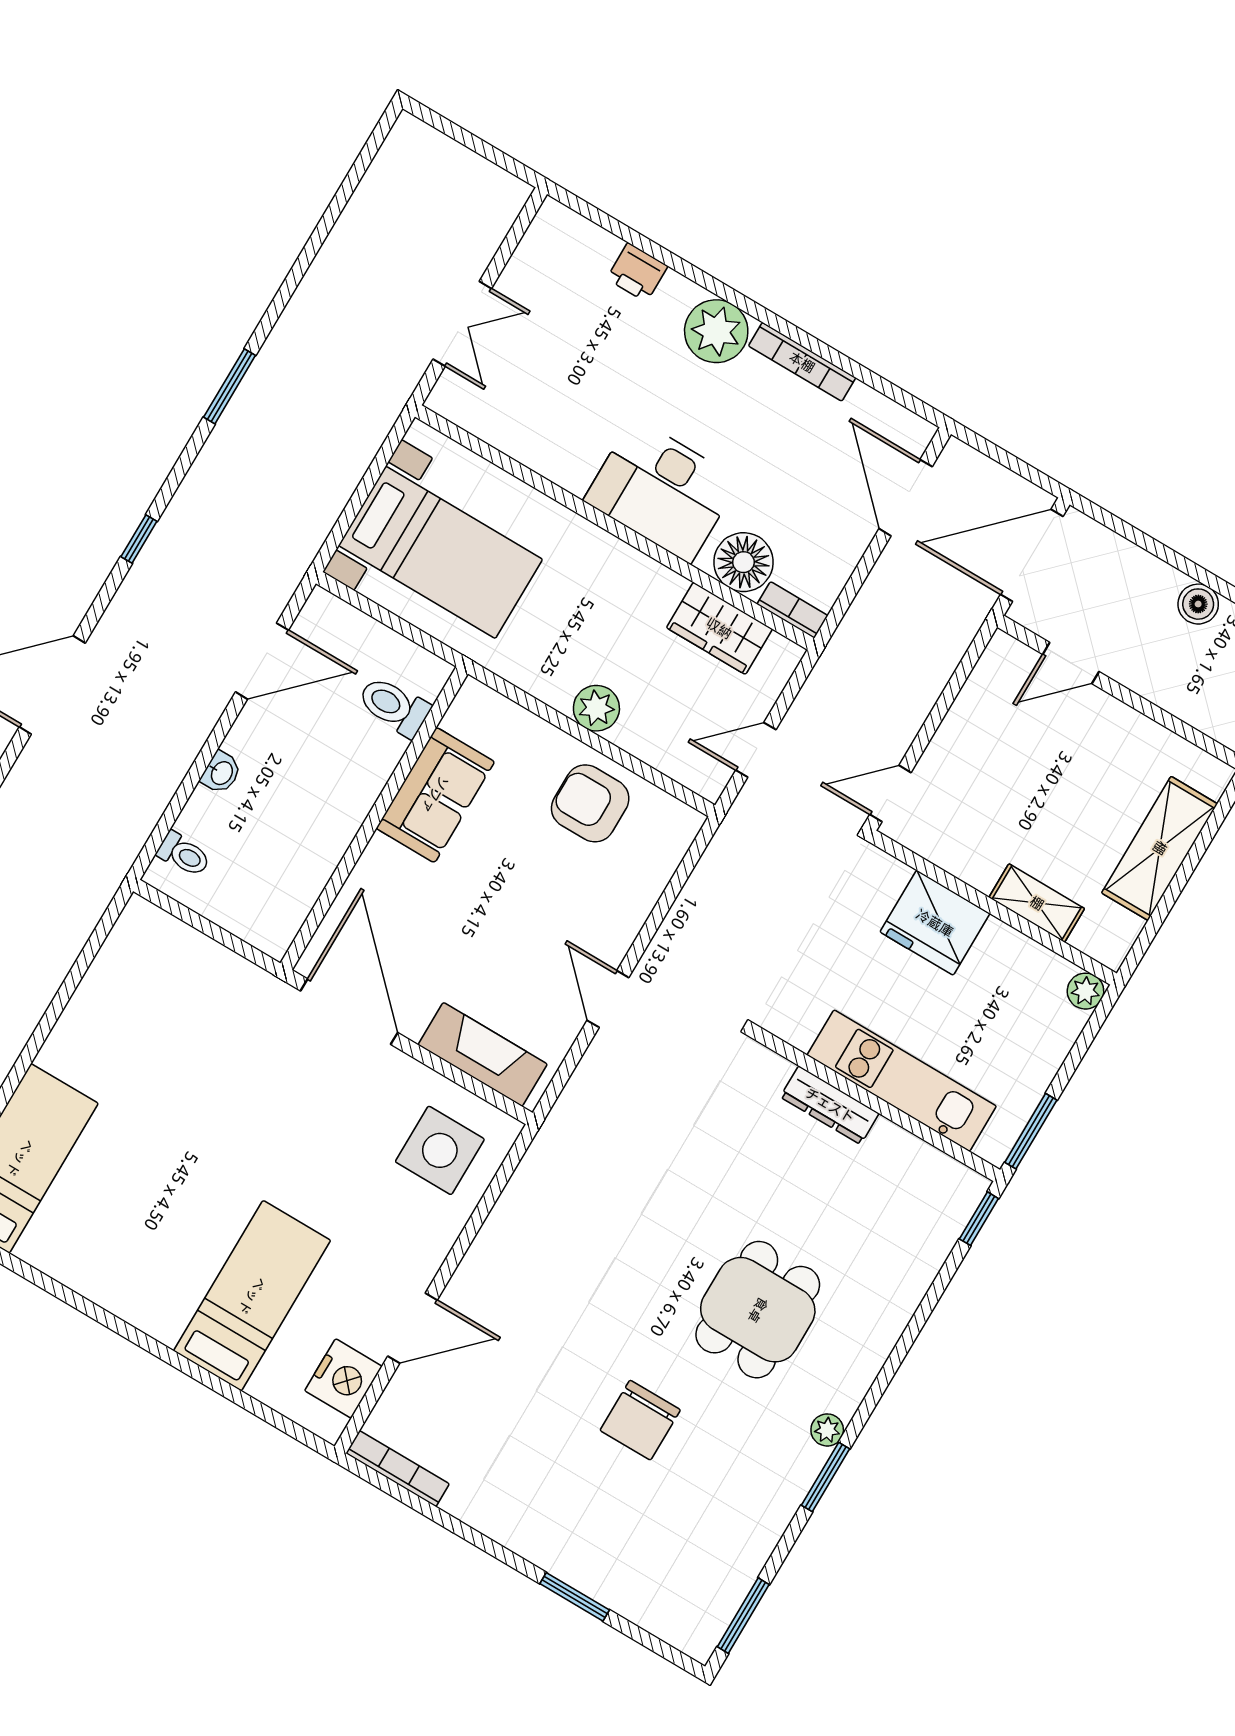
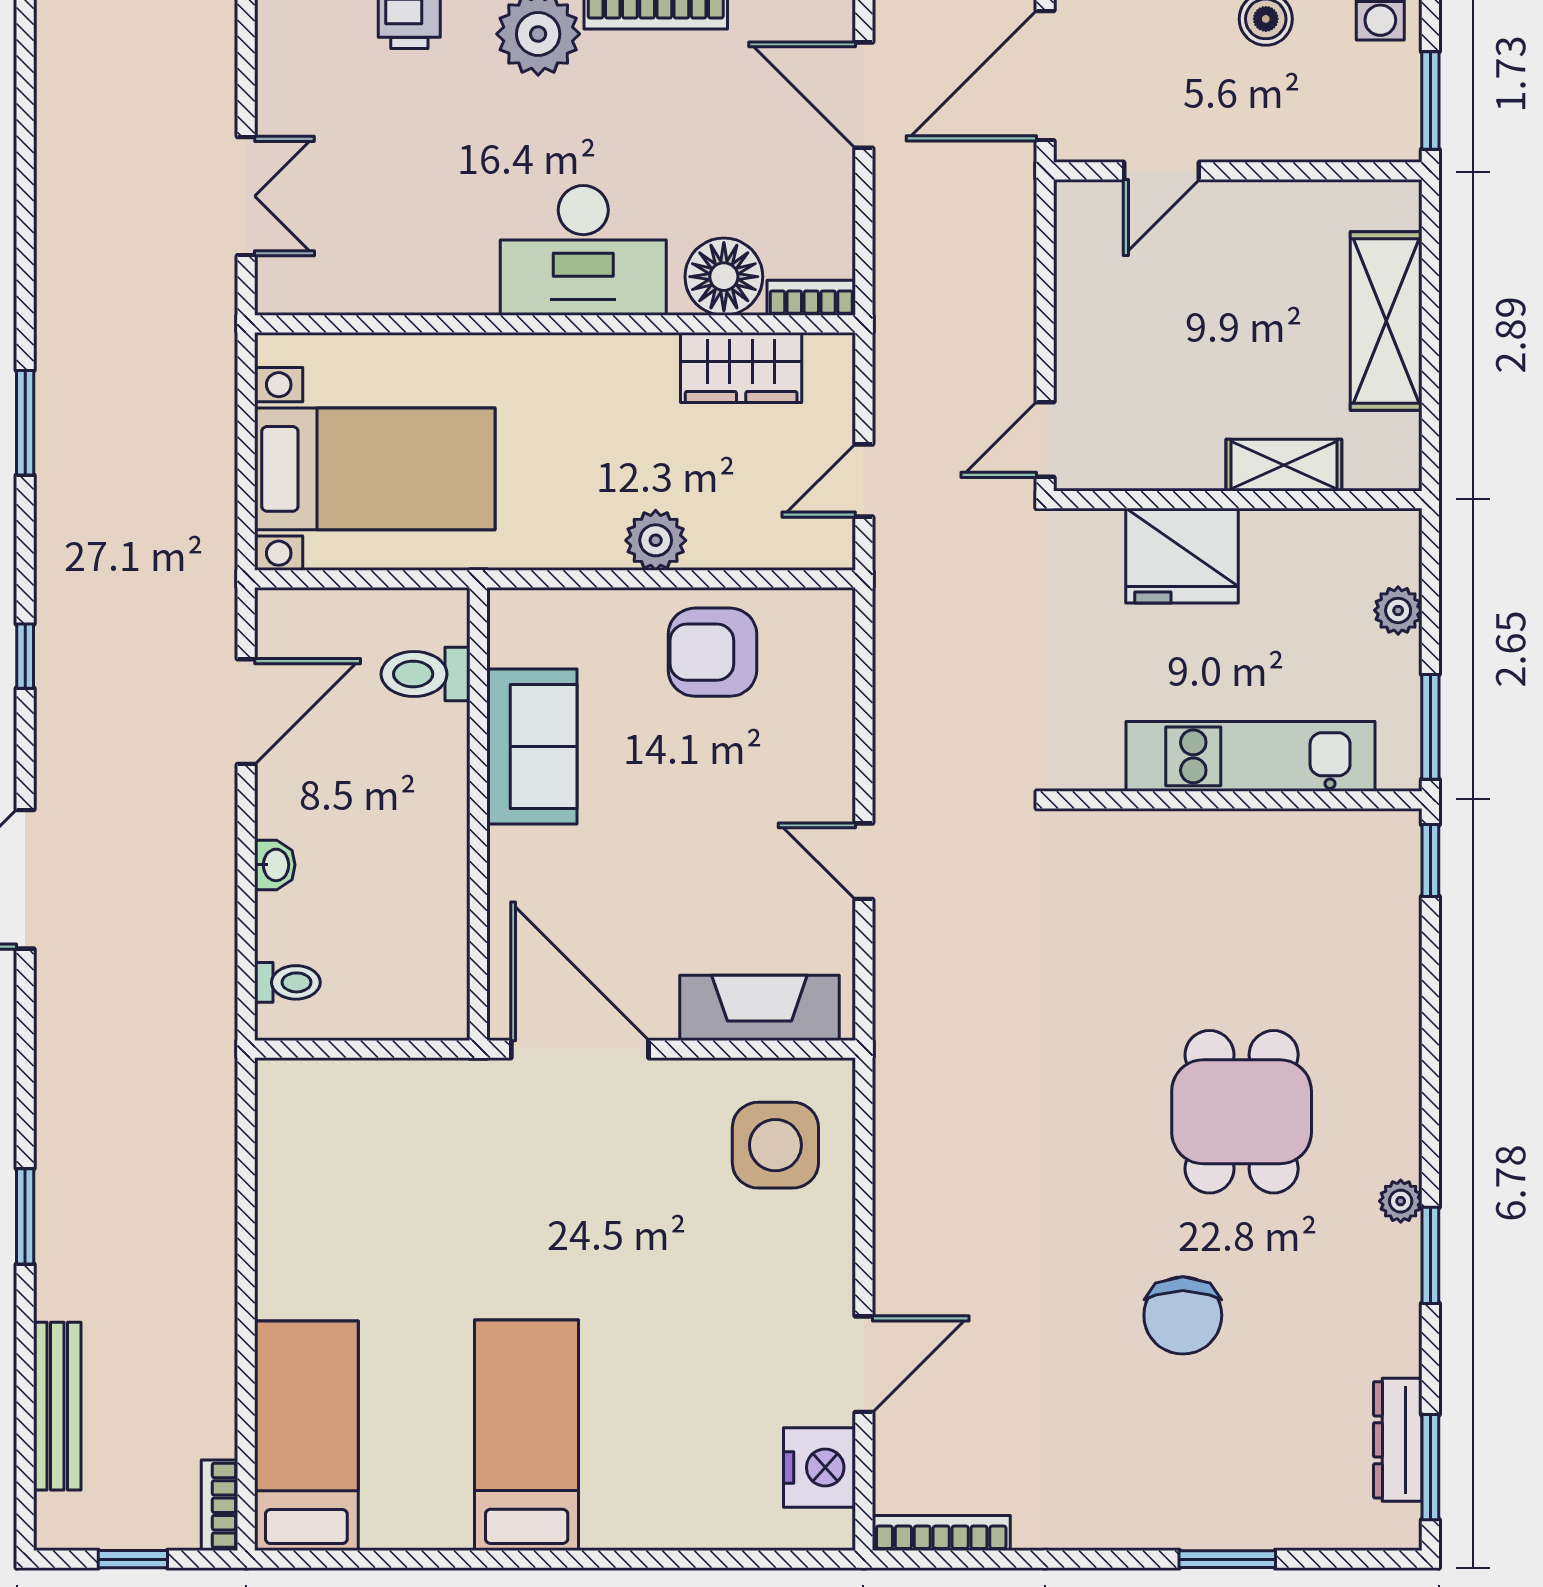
plant: (1085, 991) -> (1398, 610), moved
dresser: (830, 1105) -> (1398, 1440), moved, turned 90
bed: (252, 1296) -> (527, 1435), moved

